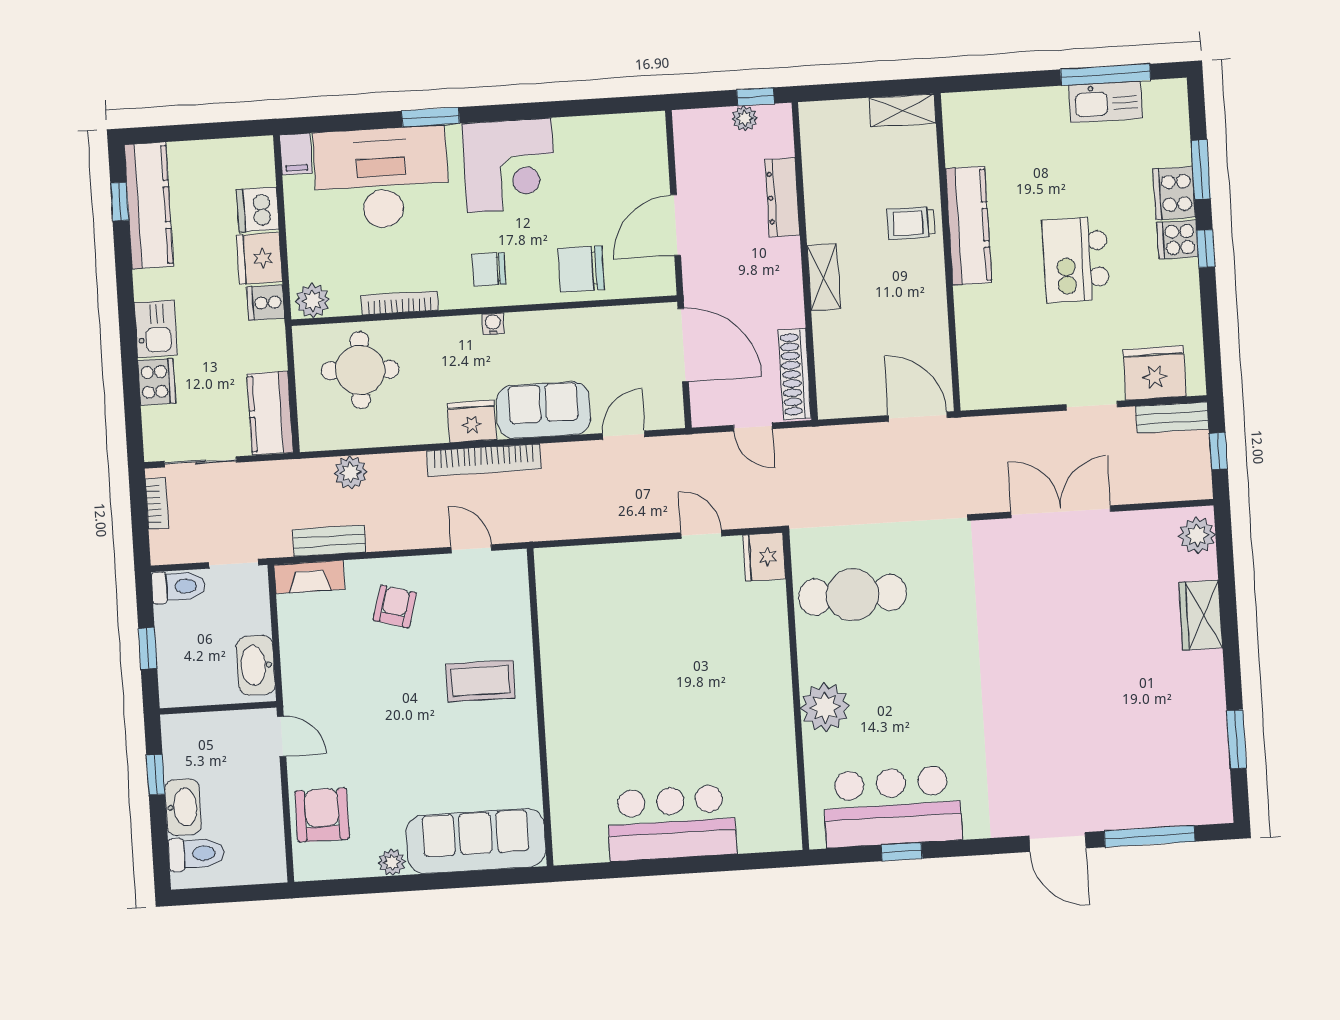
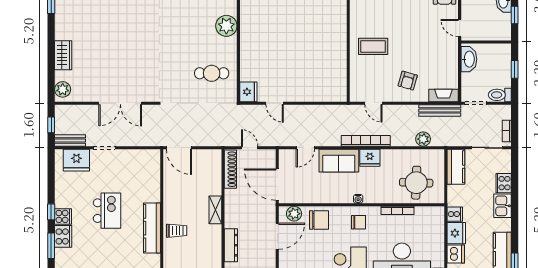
plant: (313, 301) -> (294, 214), moved
bench: (329, 541) -> (440, 110), width x1.36
cafe table: (853, 595) -> (212, 73), width x0.73, depth x0.74

